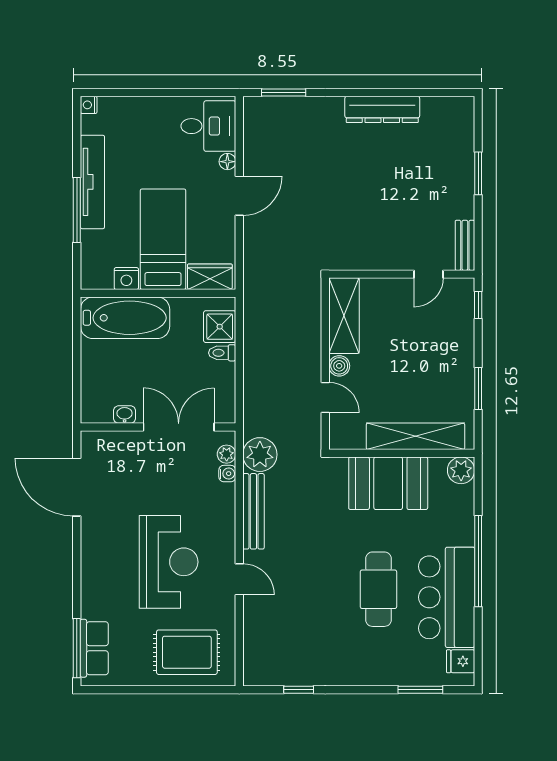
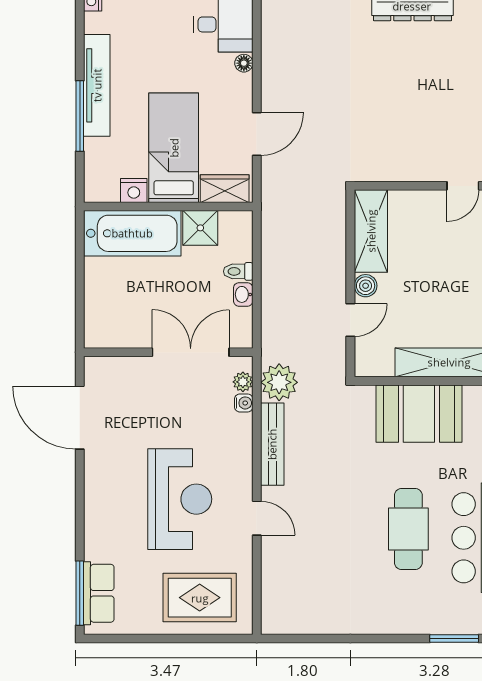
door: (239, 196) -> (257, 134), moved
shower: (220, 327) -> (200, 228), moved
door: (325, 397) -> (350, 320), hinge flipped
washbasin: (125, 415) -> (243, 294), moved, turned -90
window: (299, 690) -> (321, 638), removed

